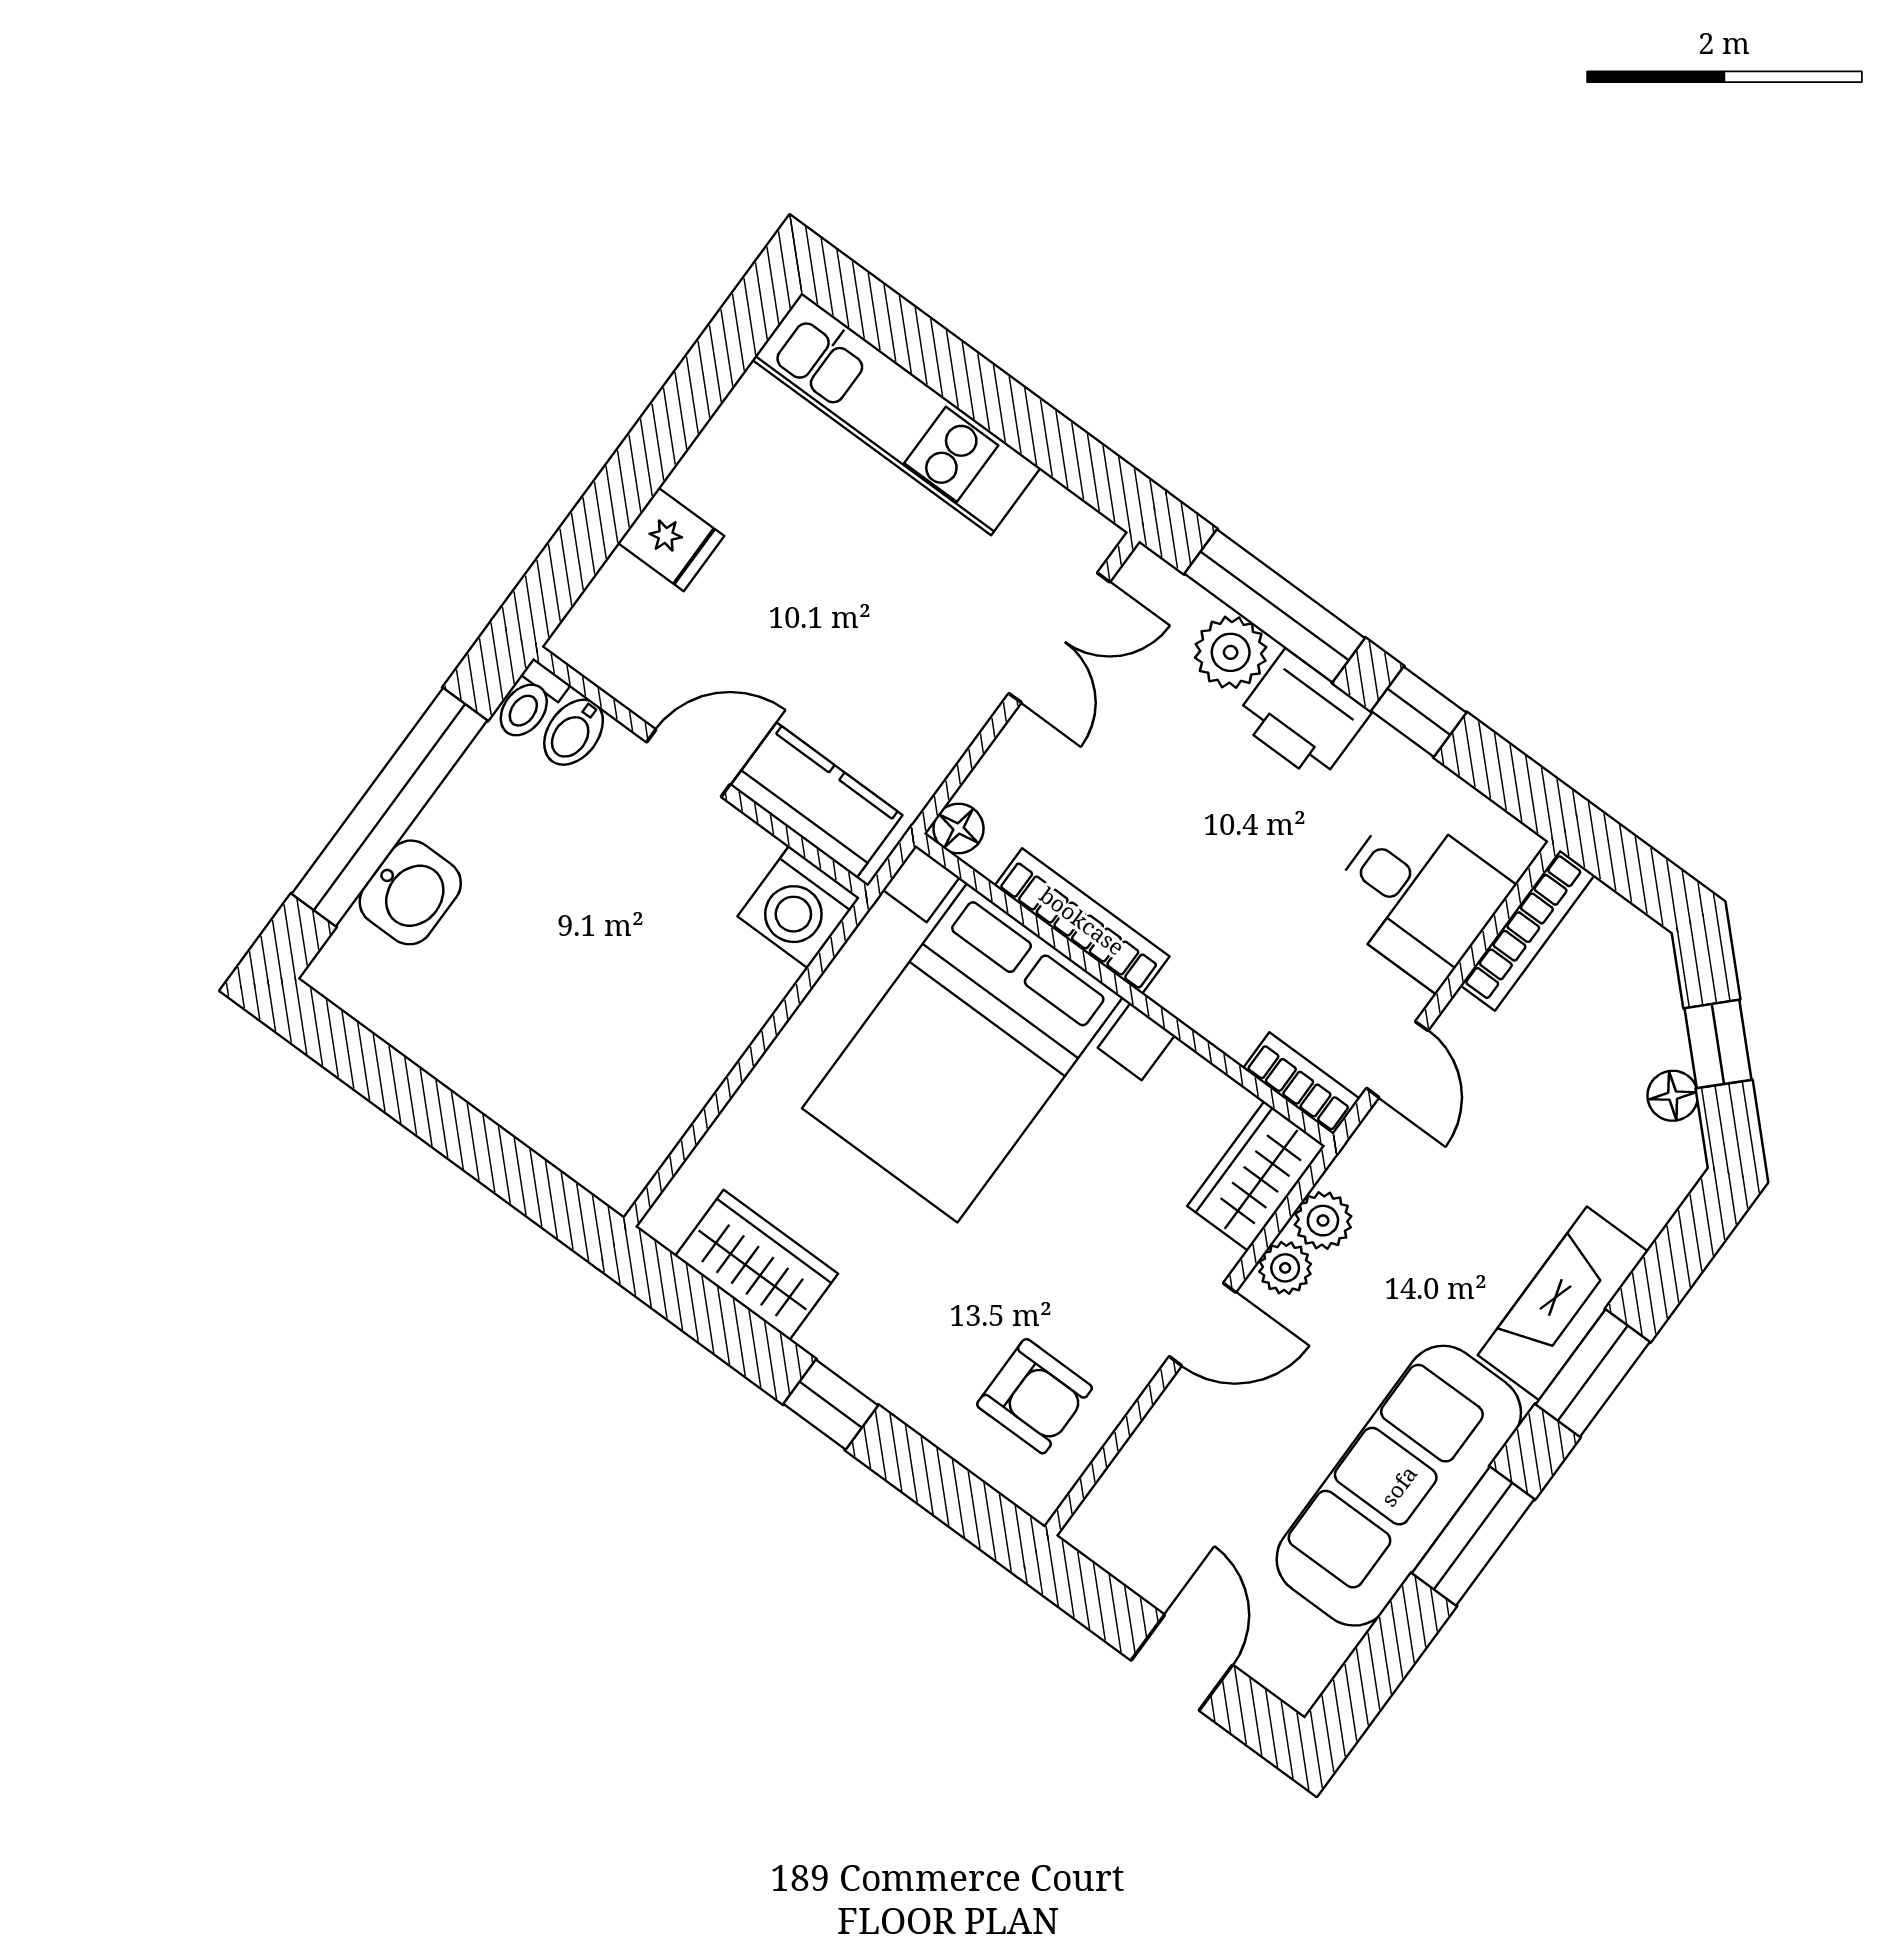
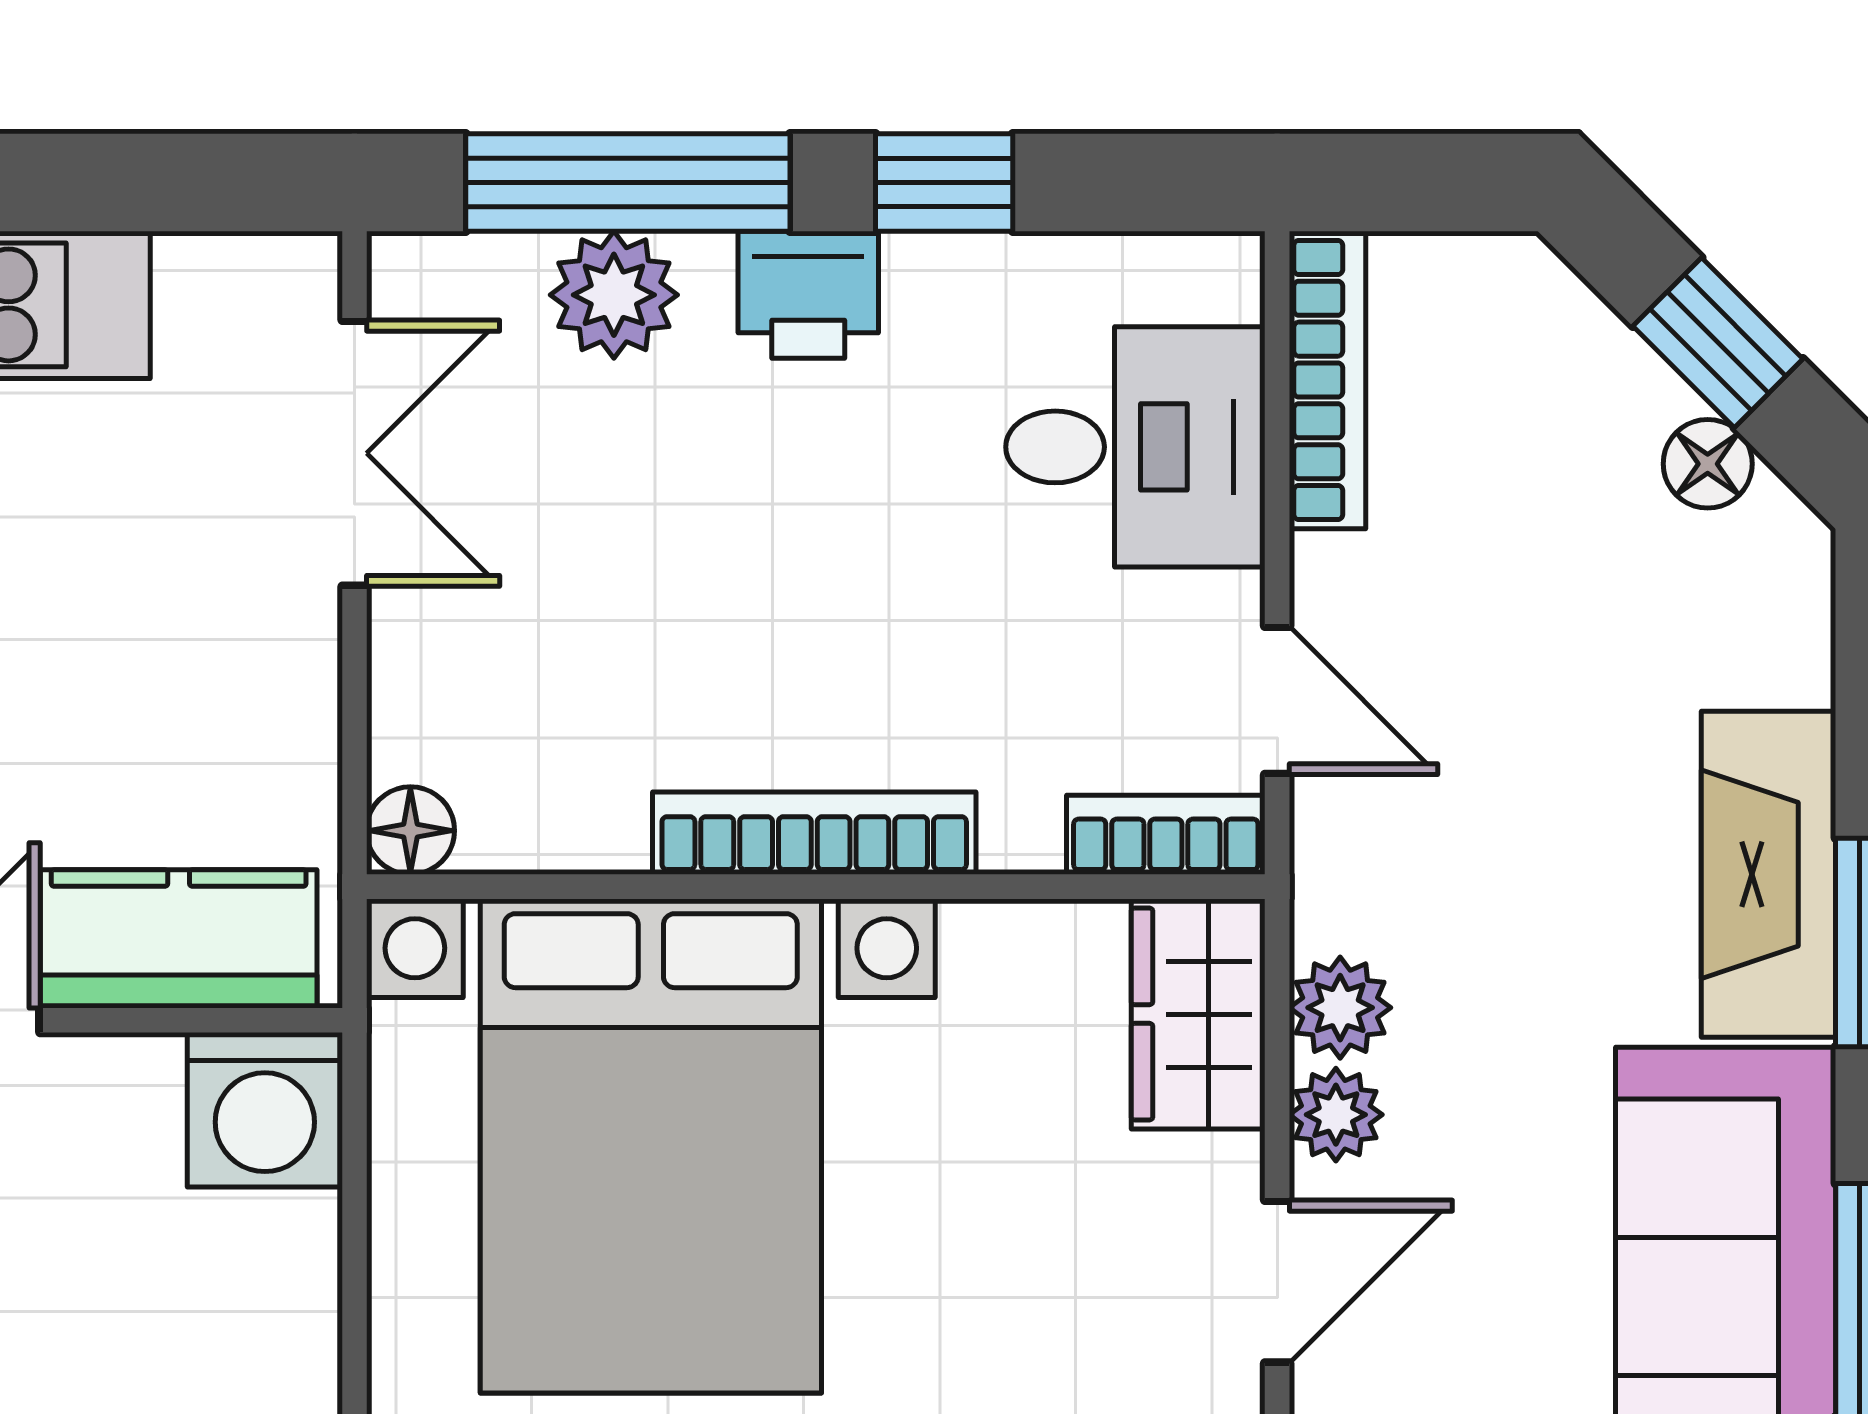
printer: (1303, 716) -> (808, 295), width x0.73, depth x0.81
bookcase: (1082, 921) -> (814, 833), moved

